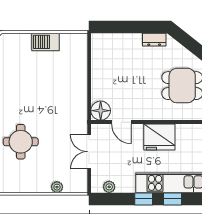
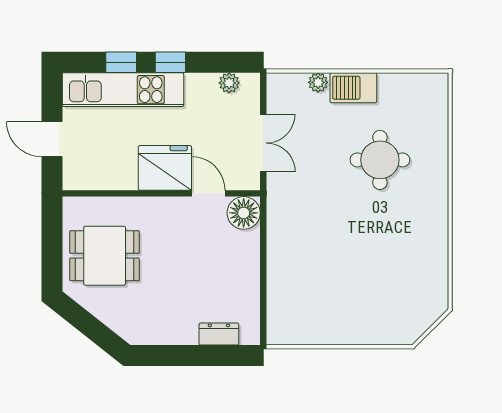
dresser: (154, 40) -> (219, 334), moved
barbecue: (45, 42) -> (353, 88), moved, turned 180
fridge: (159, 137) -> (165, 168), moved

